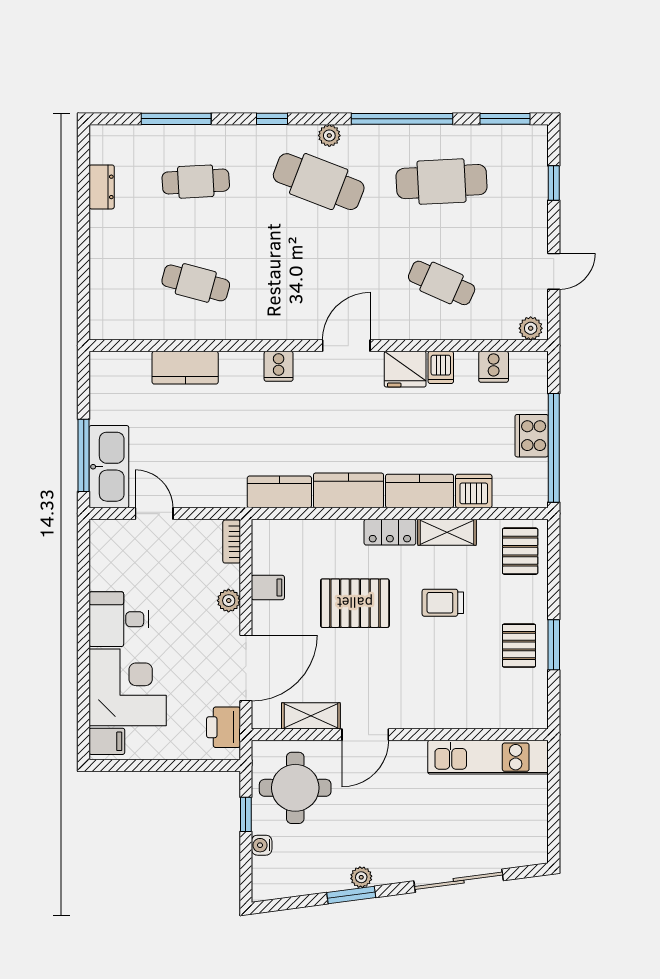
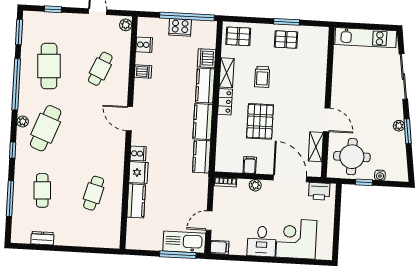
fridge: (405, 369) -> (138, 173), moved
filing cabinet: (107, 741) -> (220, 247), moved, turned 90
kitchen unit: (488, 757) -> (366, 38), moved, turned 90

